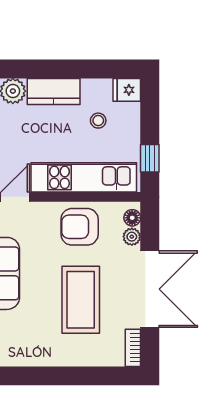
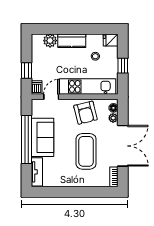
window: (150, 158) -> (123, 66), moved
armchair: (80, 227) -> (85, 113), turned -104

